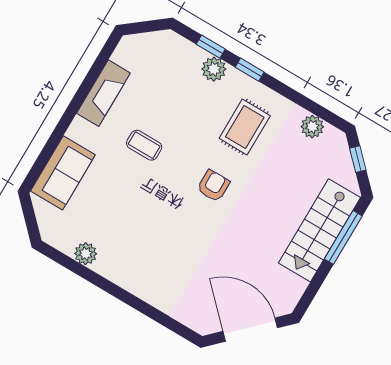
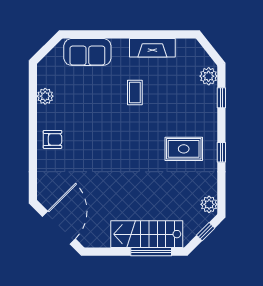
plant: (214, 69) -> (209, 76), moved
window: (250, 70) -> (221, 152), moved
plant: (312, 127) -> (209, 204), moved
armchair: (213, 186) -> (52, 139), moved

